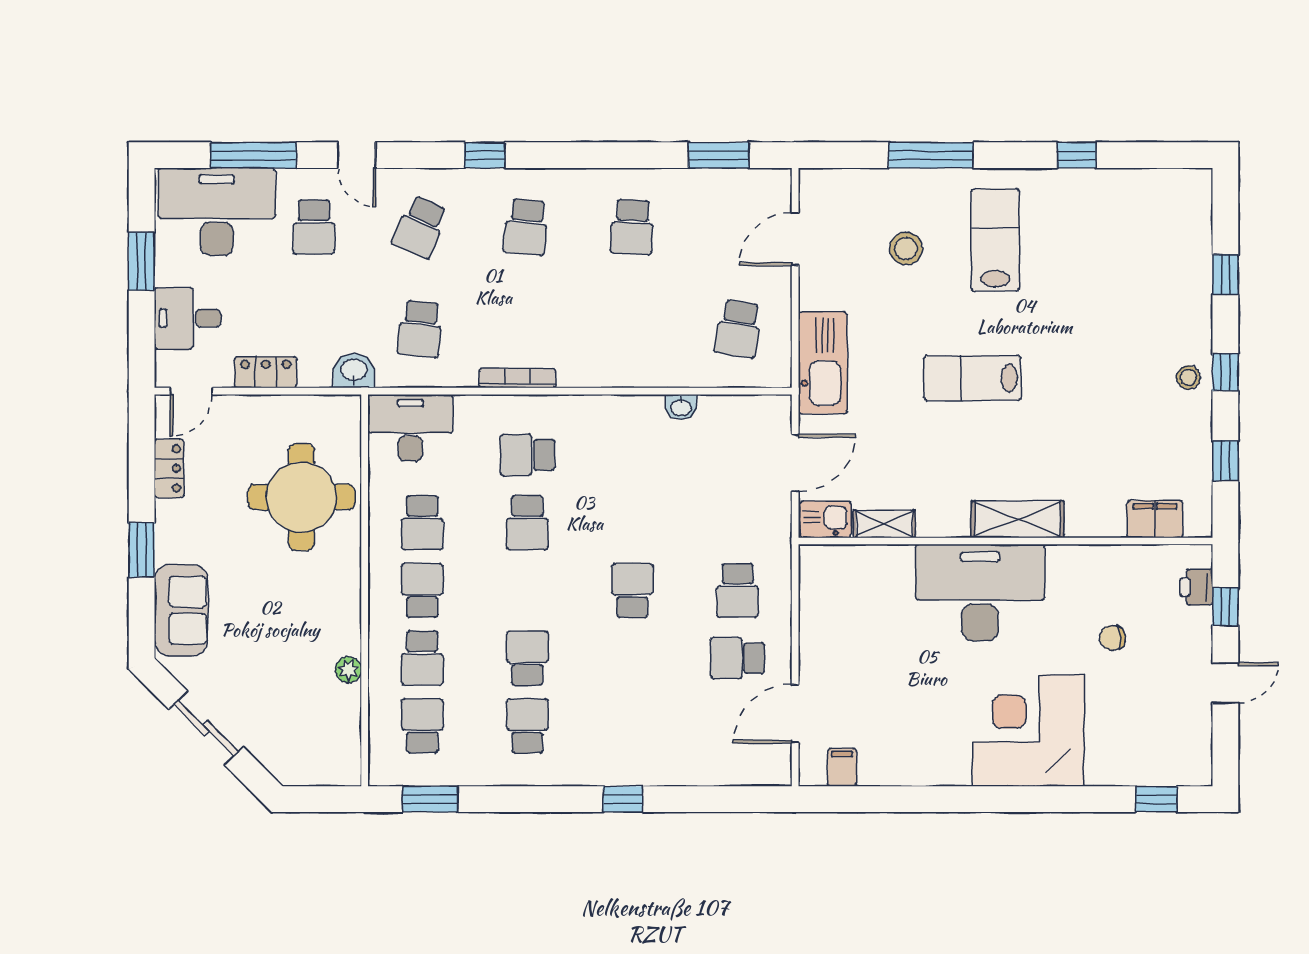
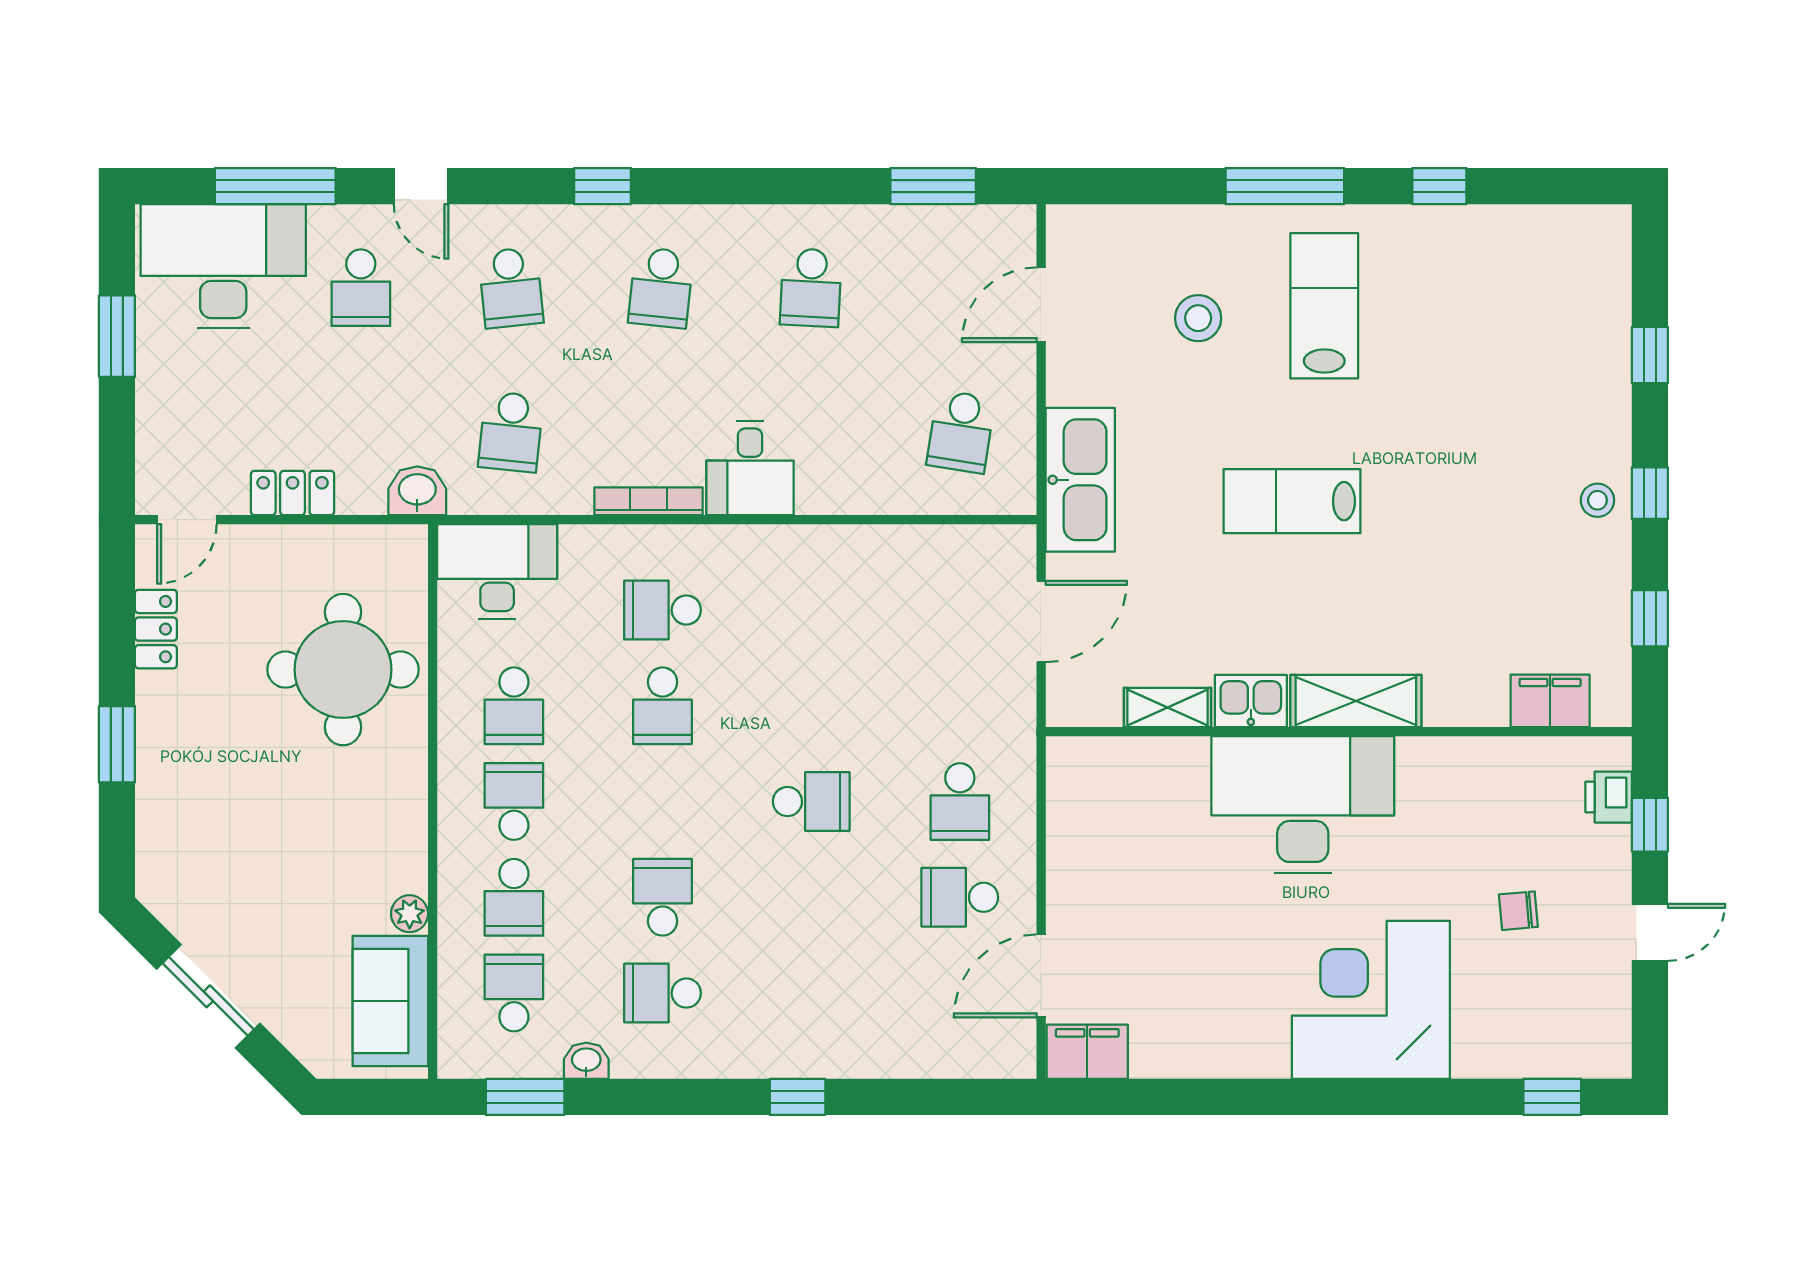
window: (931, 155) -> (1285, 186), moved
school desk: (420, 227) -> (511, 288), turned -30
desk: (188, 318) -> (750, 468), moved, turned -90
washbasin: (681, 407) -> (586, 1061), moved, turned 180
kitchen sink: (825, 519) -> (1251, 701), moved
school desk: (632, 590) -> (811, 802), turned 90
sofa: (181, 610) -> (390, 1001), moved, turned 180
chair: (1112, 638) -> (1518, 911), moved
school desk: (527, 726) -> (663, 993), turned -90
filing cabinet: (842, 767) -> (1087, 1052), width x2.00

